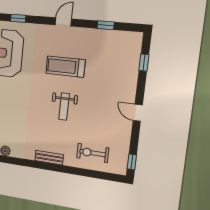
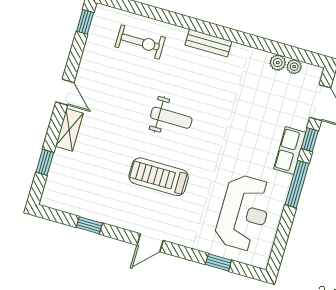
treadmill: (65, 67) -> (159, 177), turned 180
shelving: (130, 88) -> (69, 130), added
weight bench: (64, 107) -> (171, 118), turned 90

